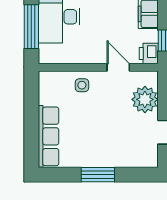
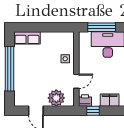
row of seats: (49, 136) -> (27, 38), width x0.68
window: (98, 175) -> (9, 69), width x2.11

